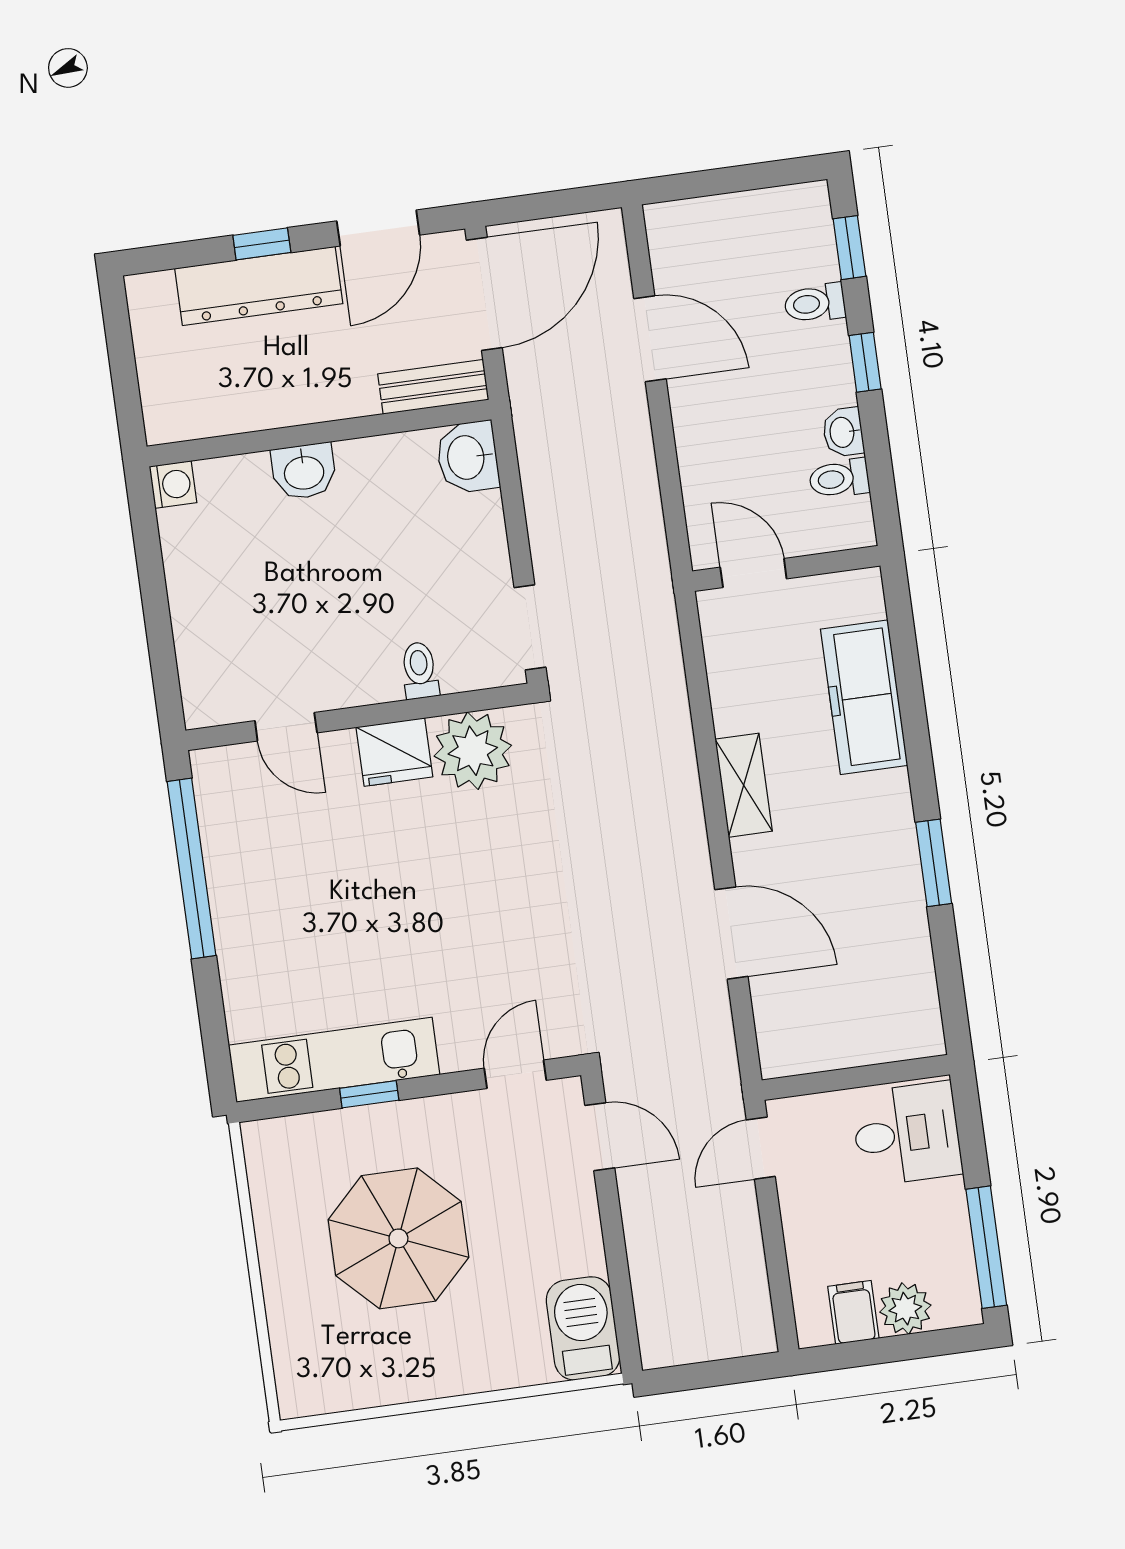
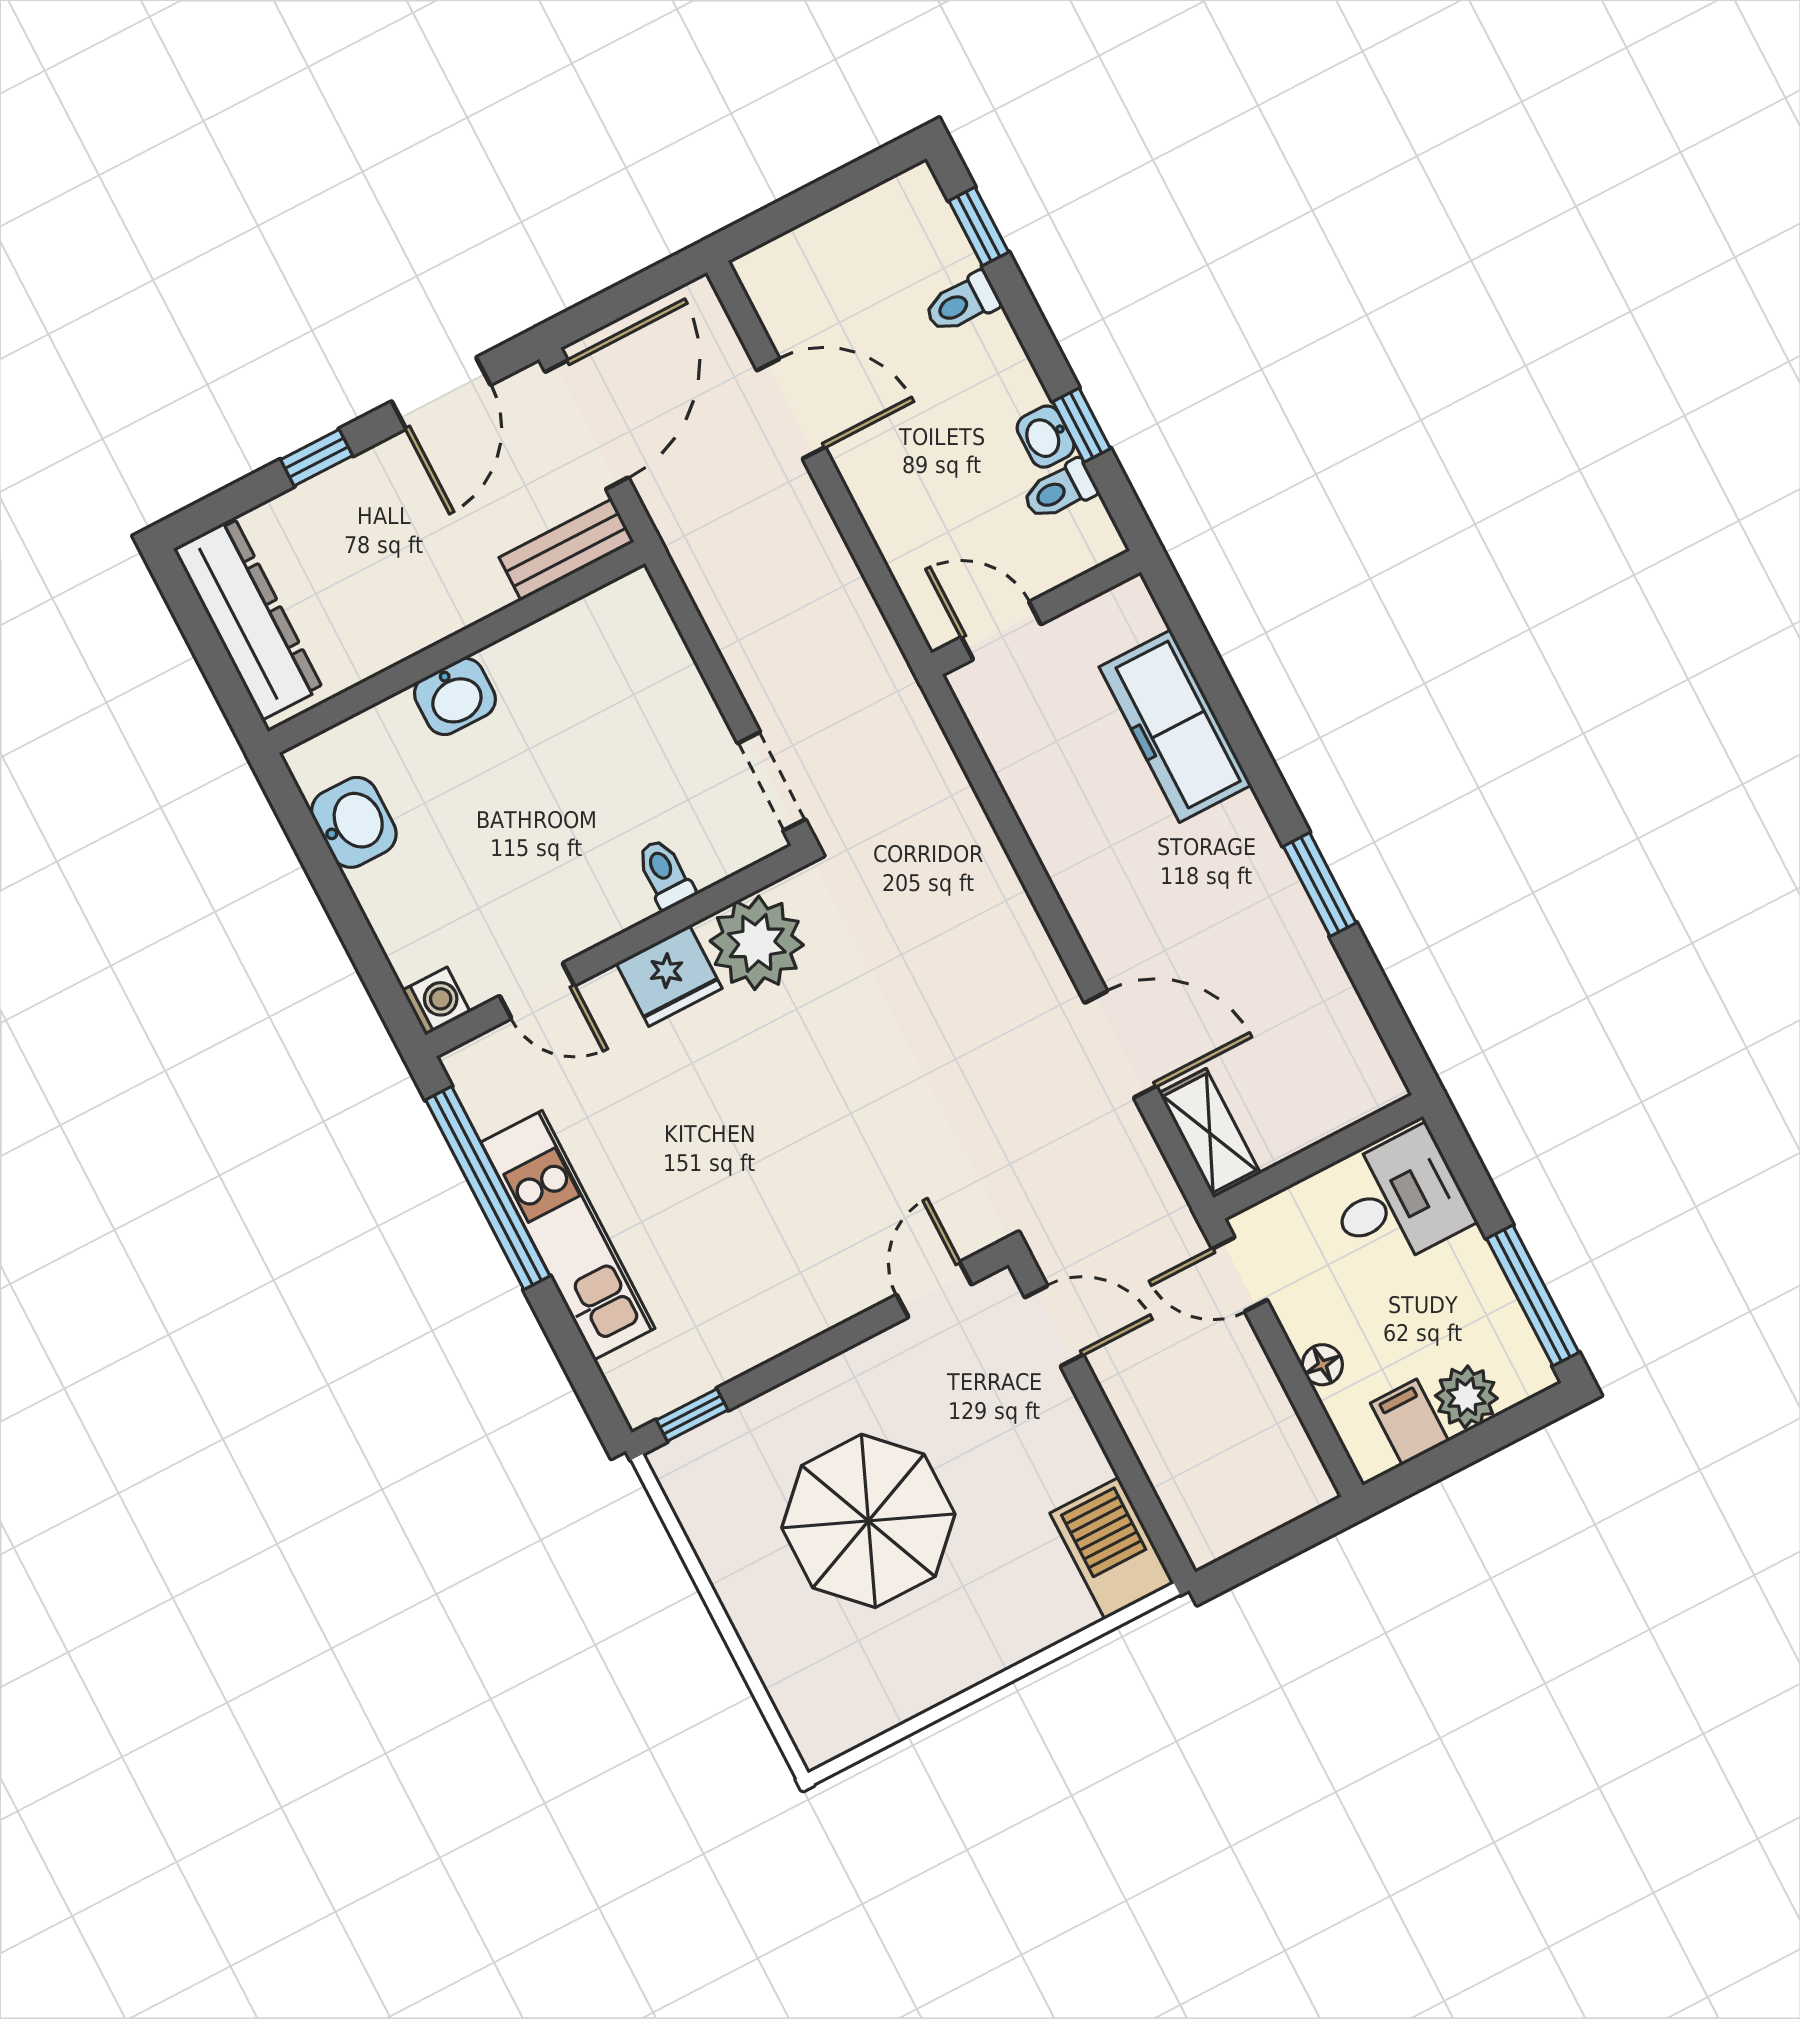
dresser: (259, 286) -> (248, 619), moved, turned -90
window: (865, 362) -> (1082, 425), moved
washbasin: (467, 457) -> (354, 822), moved, turned 180
washing machine: (173, 484) -> (436, 1001), moved
shelving: (744, 785) -> (1210, 1133), moved
kitchen unit: (334, 1060) -> (568, 1235), moved, turned 90
window: (369, 1094) -> (692, 1415), moved
door: (761, 1148) -> (1240, 1274), hinge flipped
floor lamp: (801, 1243) -> (1322, 1365), added

